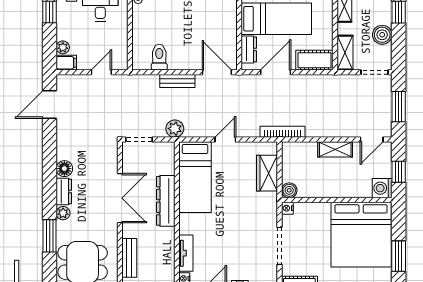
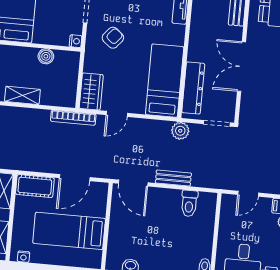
dresser: (249, 49) -> (99, 203), removed
door: (225, 139) -> (117, 114), moved
wardrobe: (267, 173) -> (91, 92), moved
boiler: (289, 190) -> (46, 56), moved
dresser: (166, 201) -> (193, 88), moved
armchair: (250, 215) -> (113, 38), added

